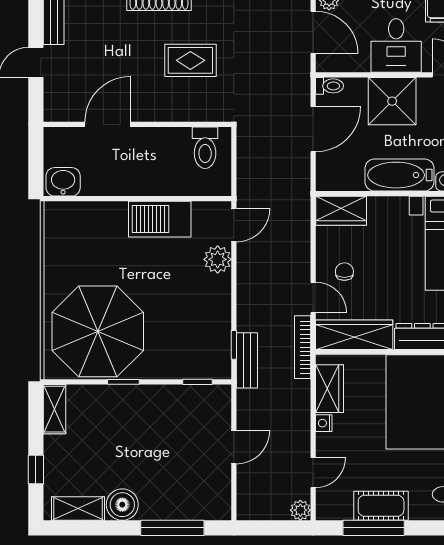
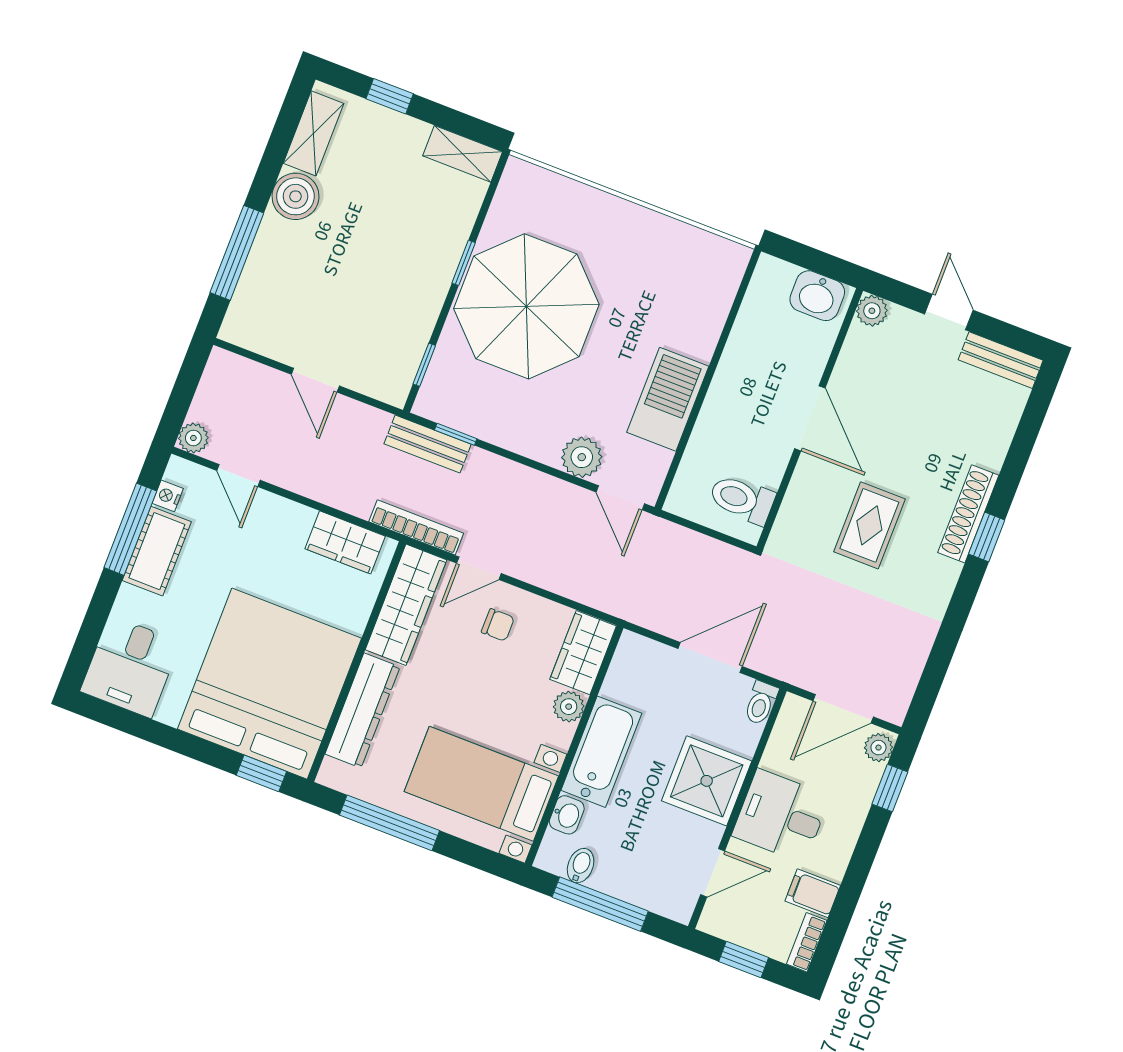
plant: (54, 111) -> (872, 311), added
door: (108, 124) -> (810, 418), moved
door: (313, 129) -> (710, 657), swing flipped
washbasin: (63, 182) -> (817, 296), moved, turned 90
plant: (379, 207) -> (569, 707), added
parasol: (98, 331) -> (526, 306), moved
nightstand: (324, 423) -> (168, 496), moved, turned -90

